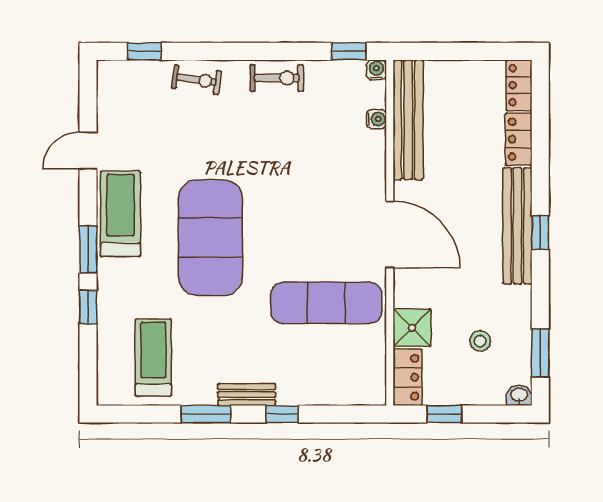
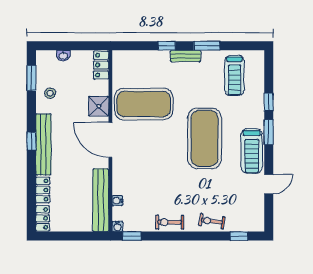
exercise mat: (326, 303) -> (144, 104), width x1.47
shower: (412, 328) -> (99, 106), moved
stool: (480, 341) -> (50, 93), moved
washbasin: (519, 395) -> (63, 56), moved
window: (444, 414) -> (82, 46), removed

